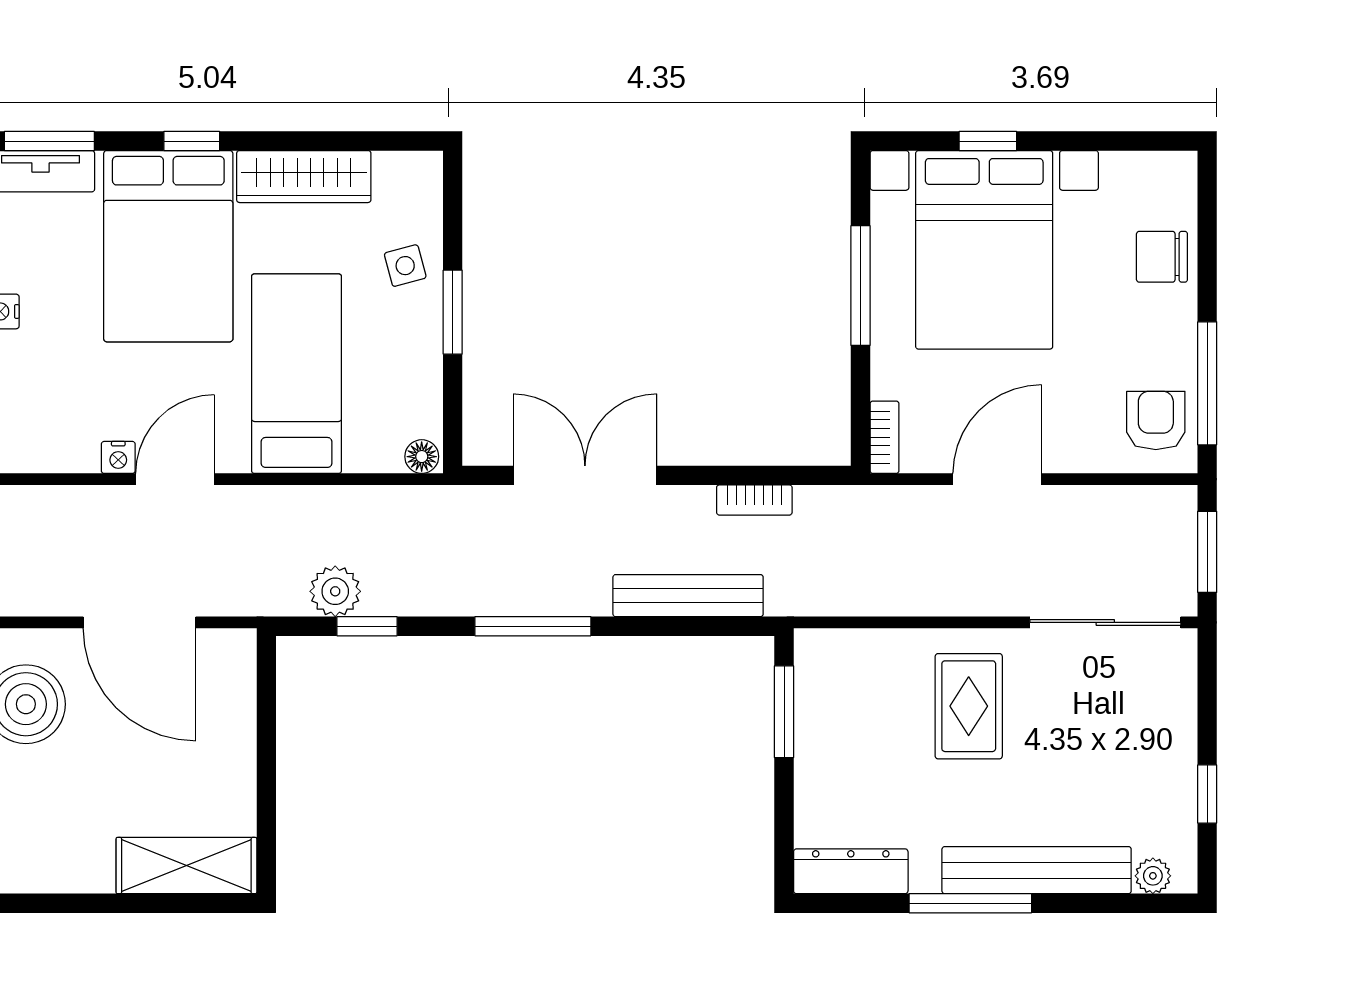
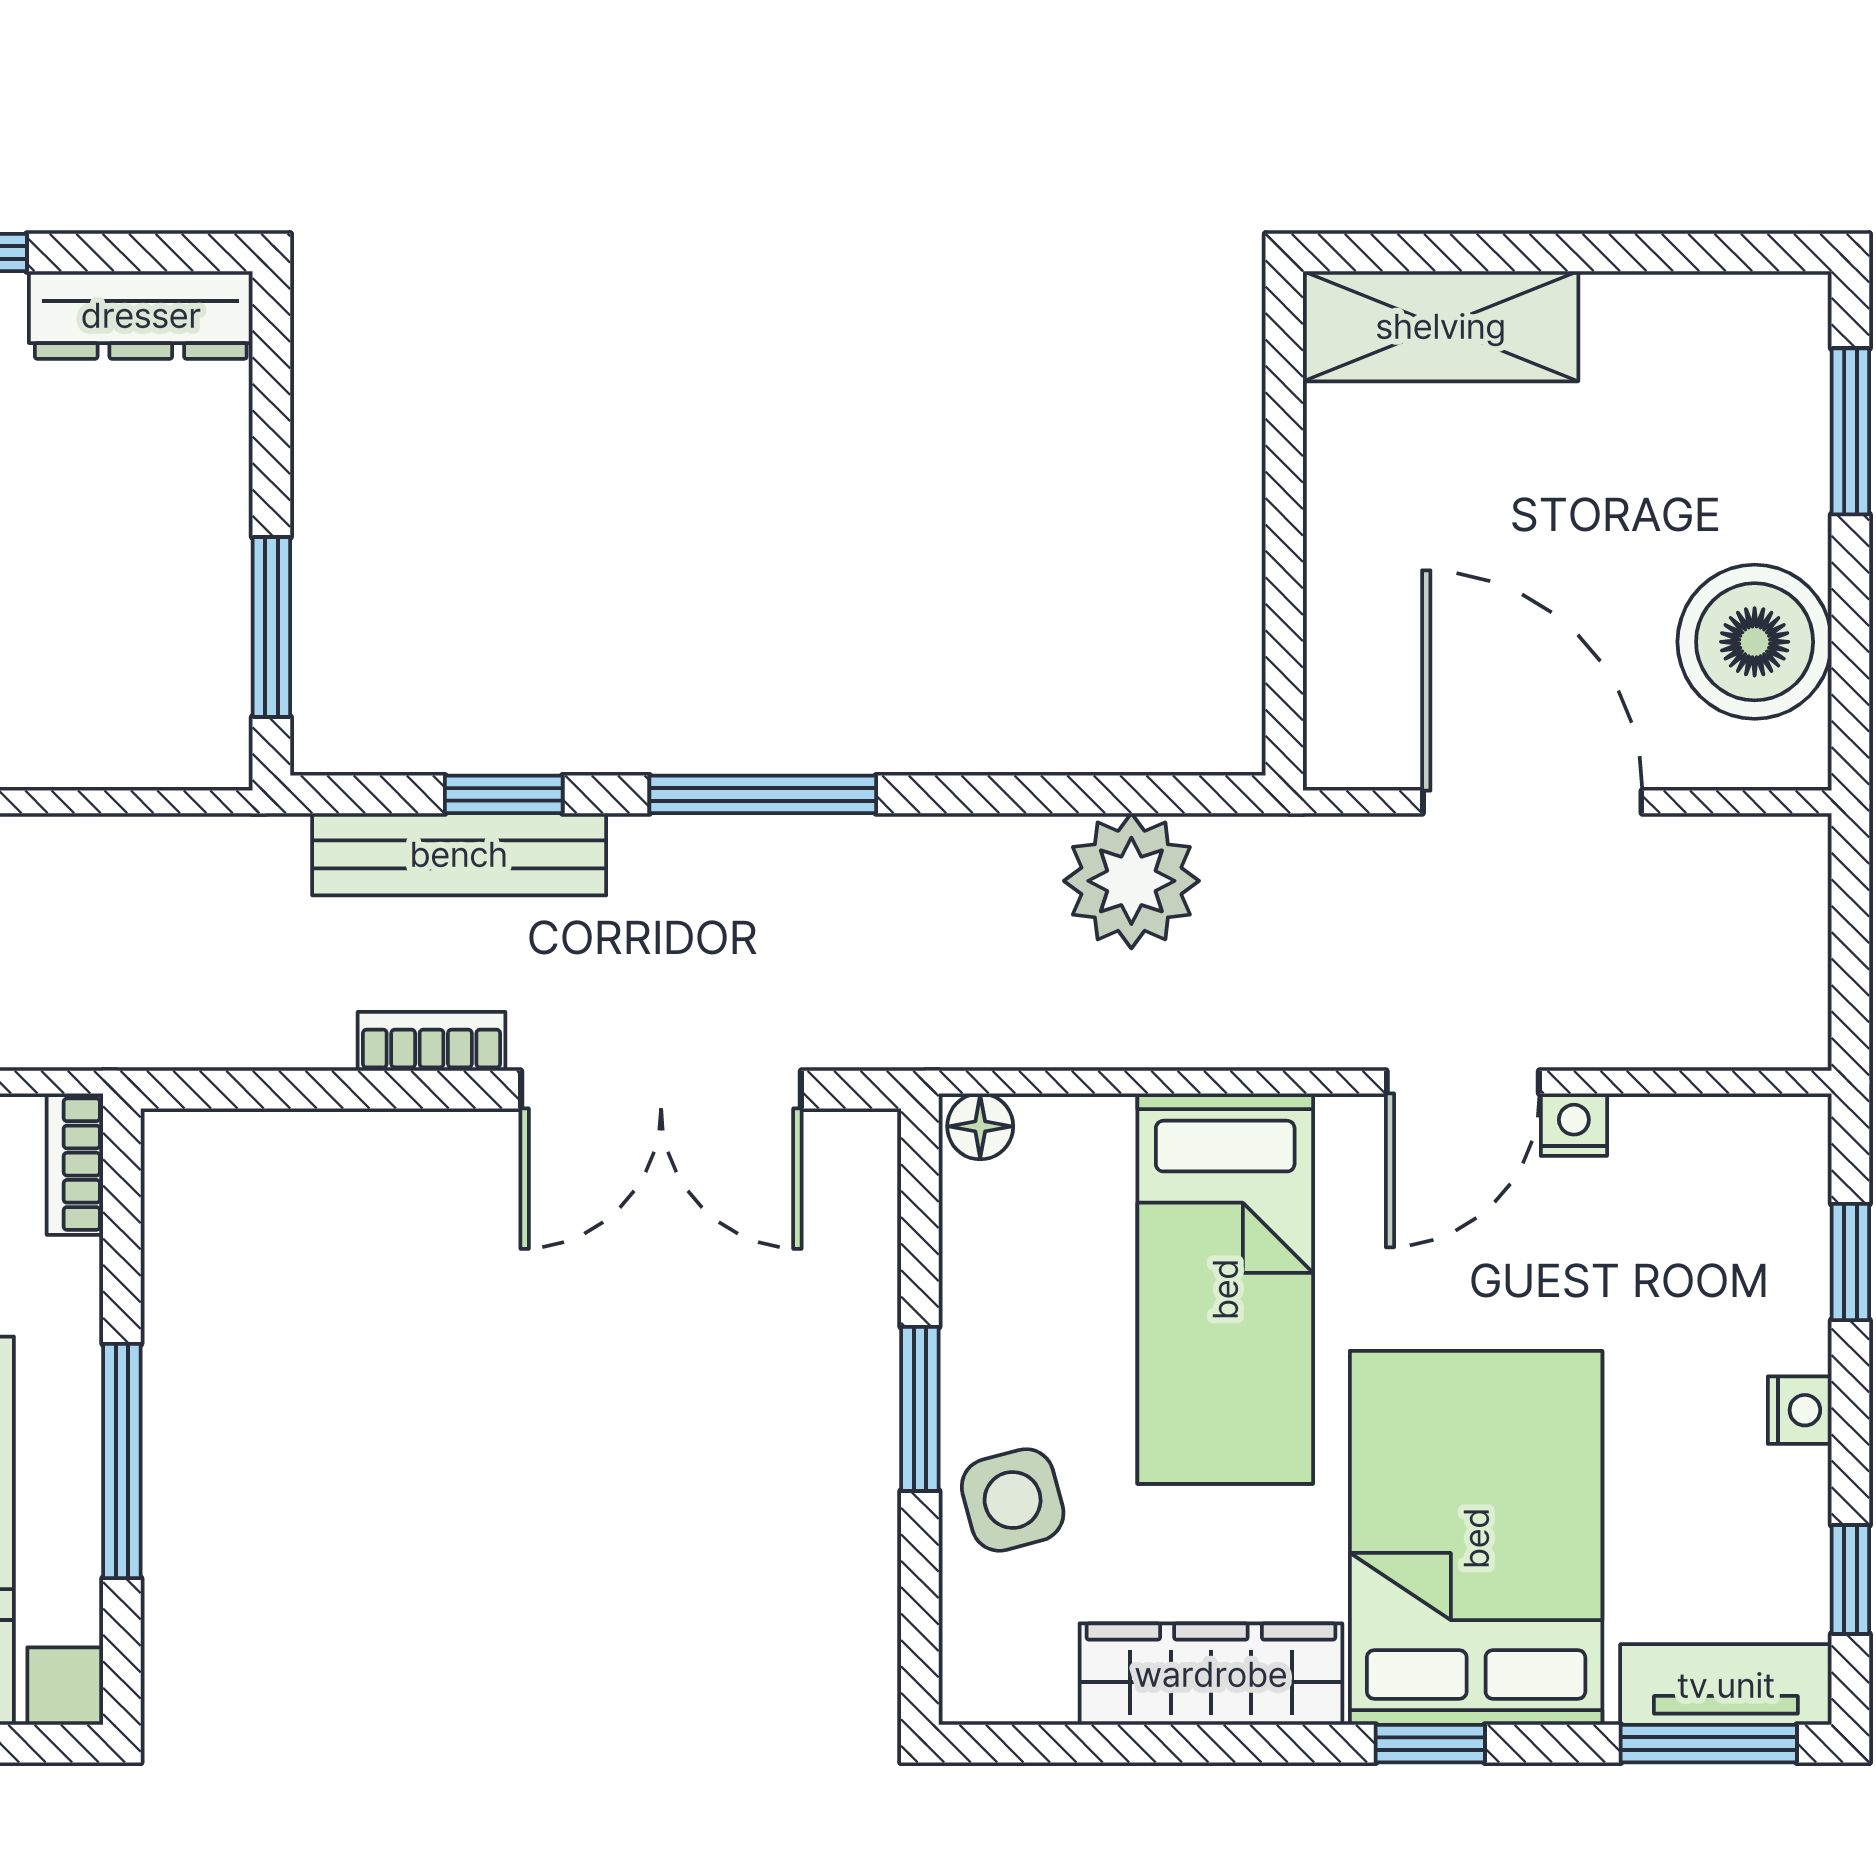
side table: (405, 266) -> (1013, 1500), width x1.37, depth x1.37
bookcase: (754, 500) -> (432, 1041), moved
plant: (335, 591) -> (1131, 881), width x1.36, depth x1.36
window: (367, 626) -> (504, 794), moved

